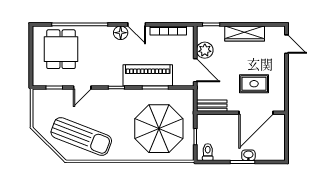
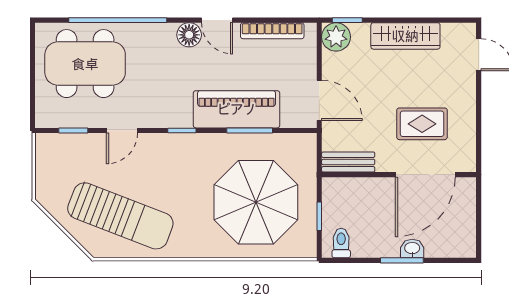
dining table: (61, 49) -> (85, 64), width x1.38
plant: (205, 50) -> (336, 37), moved

